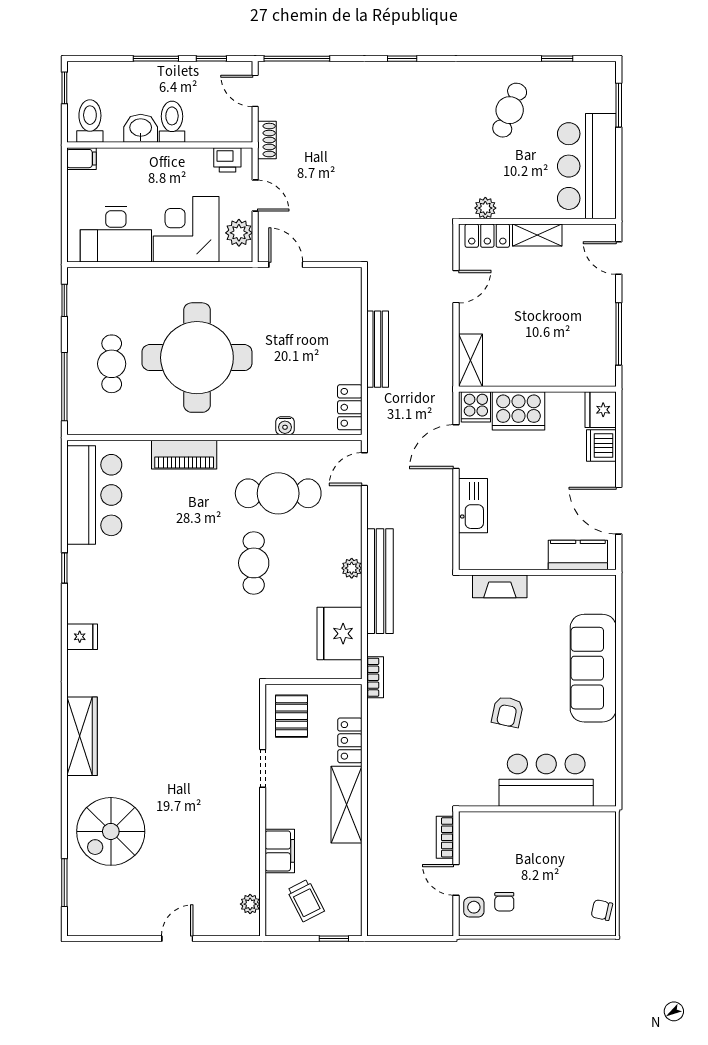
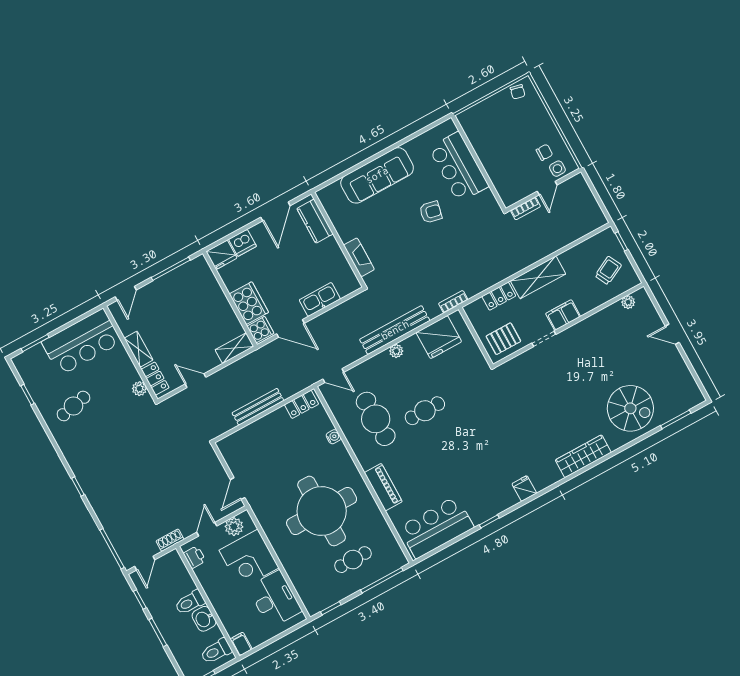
cafe table: (510, 110) -> (73, 406), turned -34
filing cabinet: (280, 851) -> (563, 315), moved

